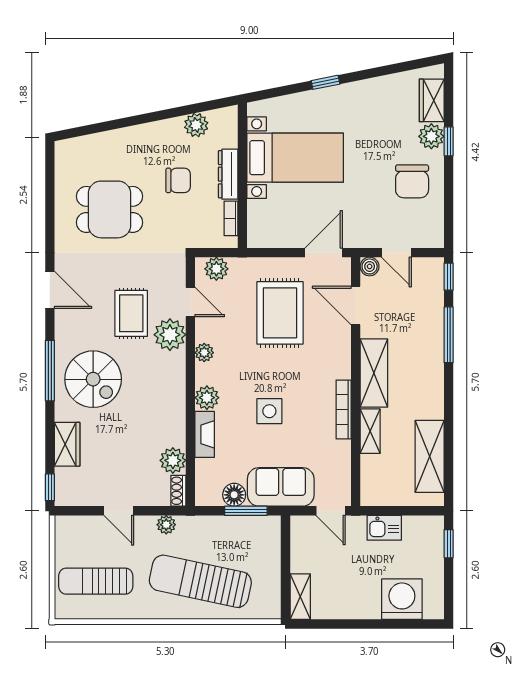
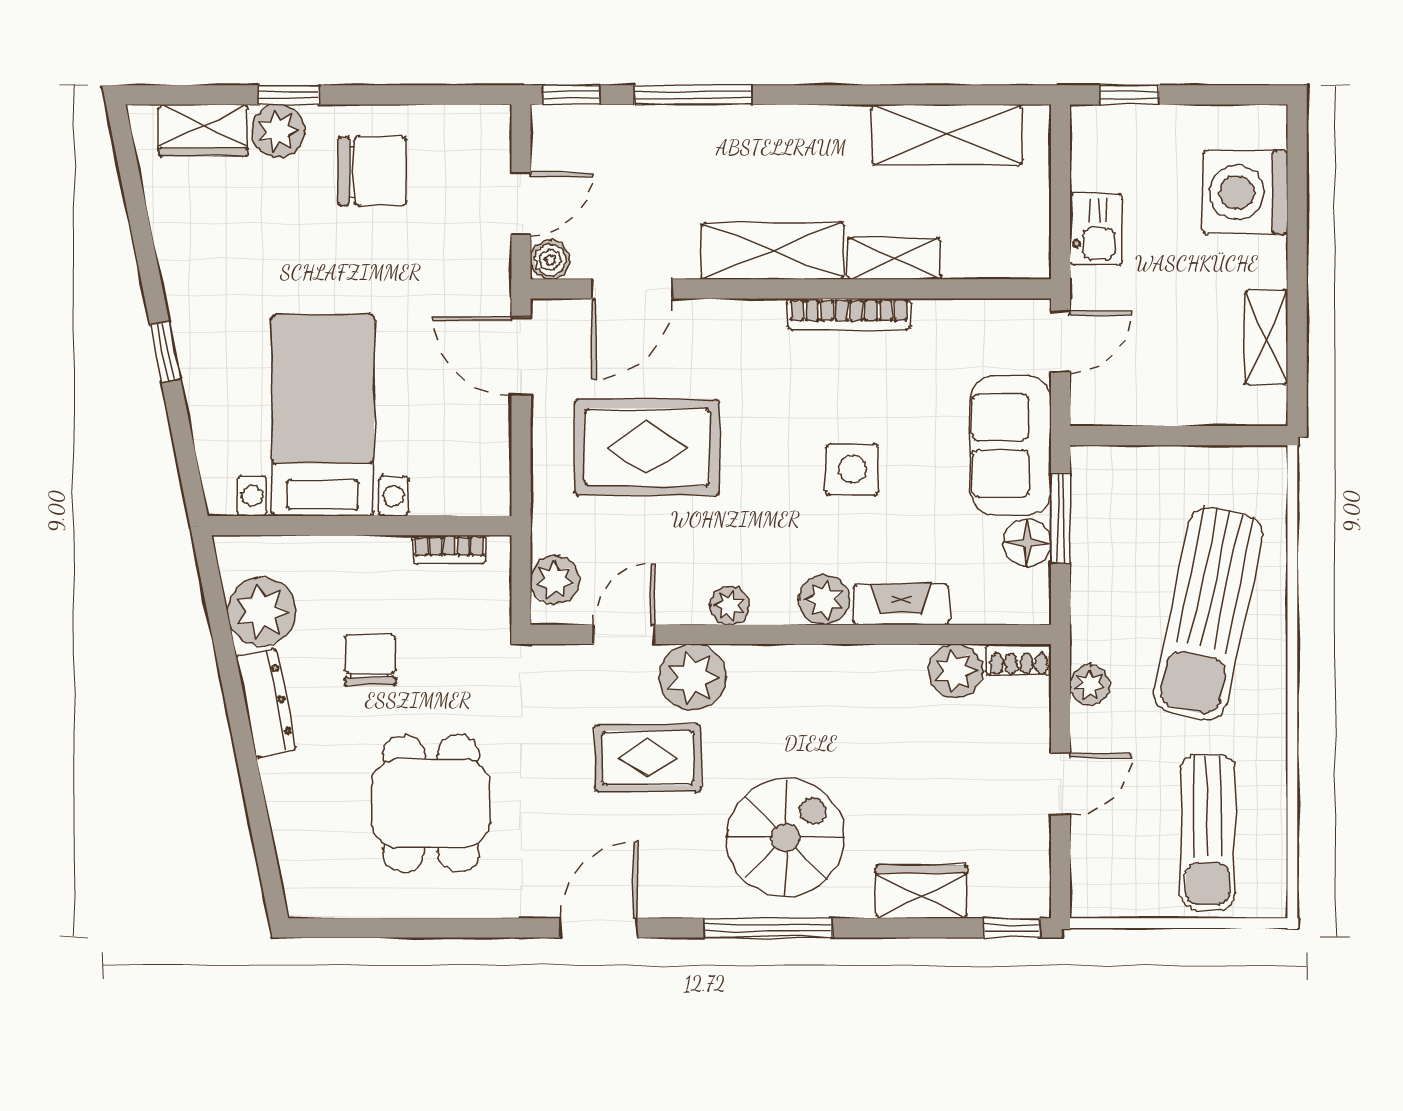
plant: (196, 125) -> (262, 612), width x1.36, depth x1.36
dresser: (228, 174) -> (266, 703), moved, turned -101
shelving: (300, 597) -> (1266, 337), moved, turned 90

